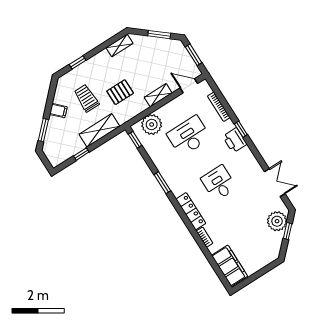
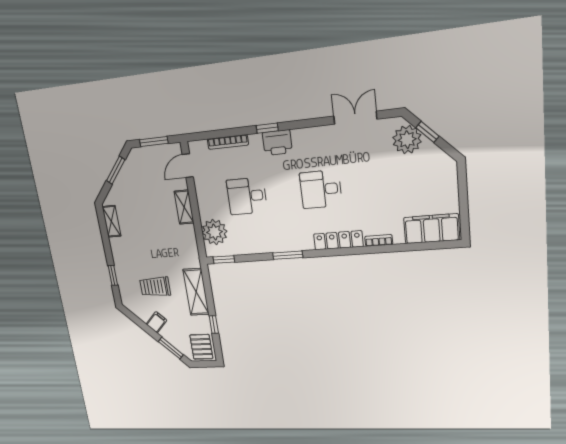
pallet: (120, 92) -> (201, 347), moved
desk: (189, 136) -> (247, 196), width x0.73

